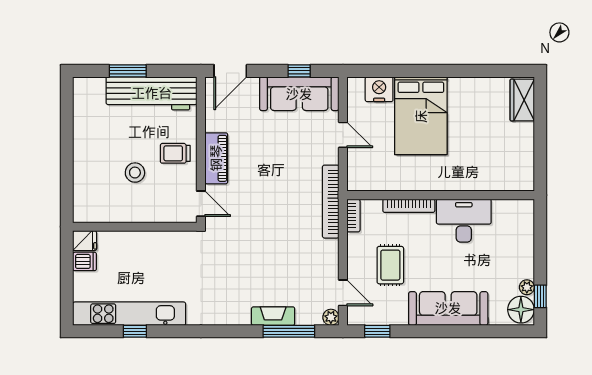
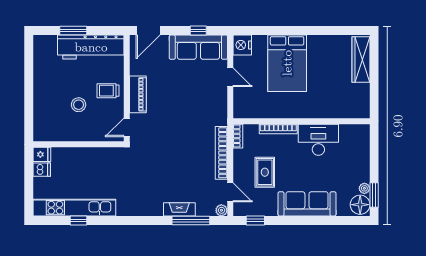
nightstand: (379, 89) -> (242, 45), moved, turned -90
wardrobe: (522, 100) -> (361, 59), width x1.50
bookcase: (331, 202) -> (221, 153), moved
door: (201, 204) -> (127, 127), swing flipped
window: (540, 296) -> (374, 195), width x1.50

